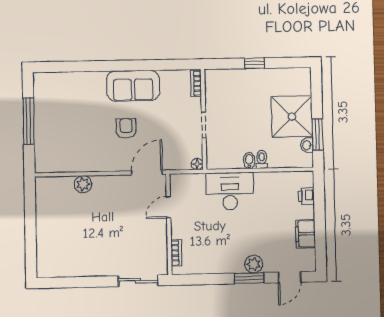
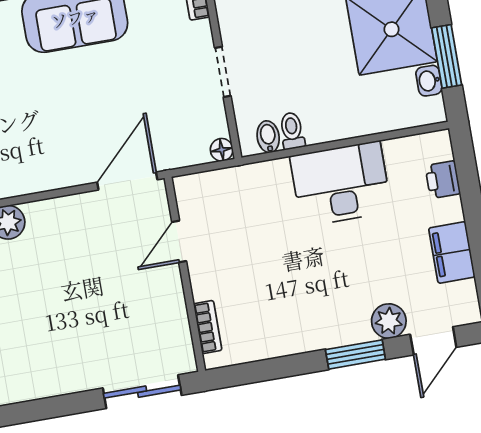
armchair: (126, 128) -> (74, 102), removed
toilet: (262, 159) -> (292, 131), moved
bidet: (249, 161) -> (268, 137), moved
desk: (230, 191) -> (341, 184), moved
plant: (254, 264) -> (389, 321), moved

